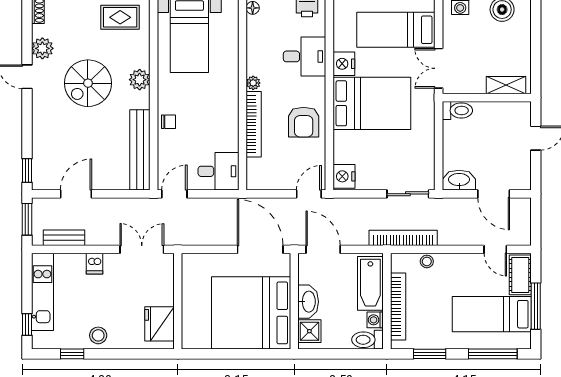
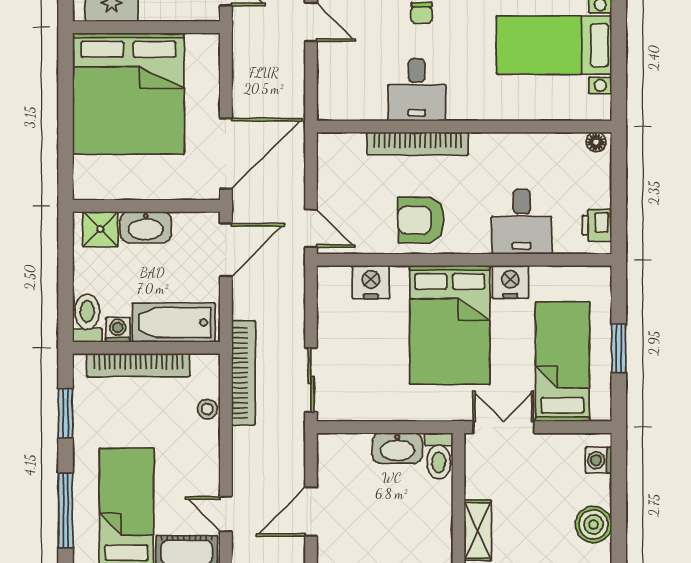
plant: (253, 83) -> (481, 143), removed
desk: (218, 171) -> (417, 90), moved
nightstand: (344, 176) -> (371, 282), moved
washbasin: (459, 180) -> (397, 448), moved, turned 90
door: (495, 249) -> (226, 514), hinge flipped
bed: (251, 313) -> (128, 93), moved, turned 180

